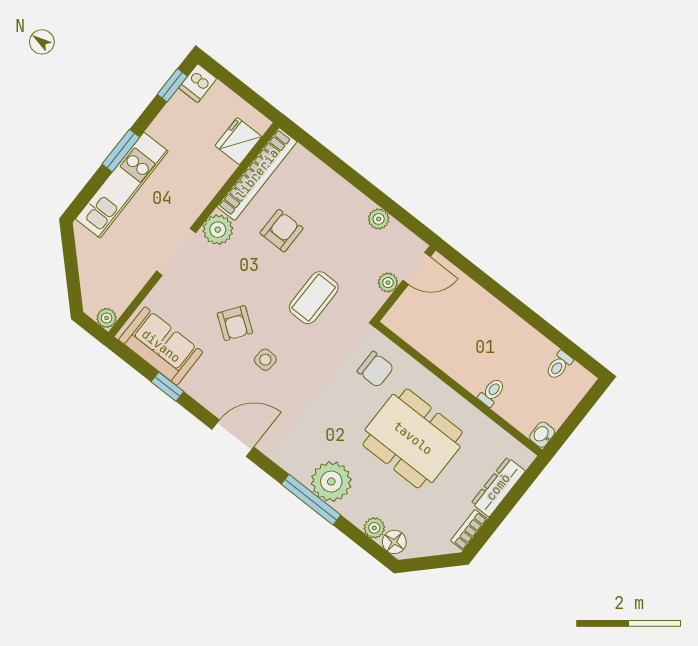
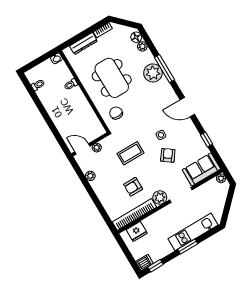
sofa: (161, 346) -> (201, 169), moved, turned 90

